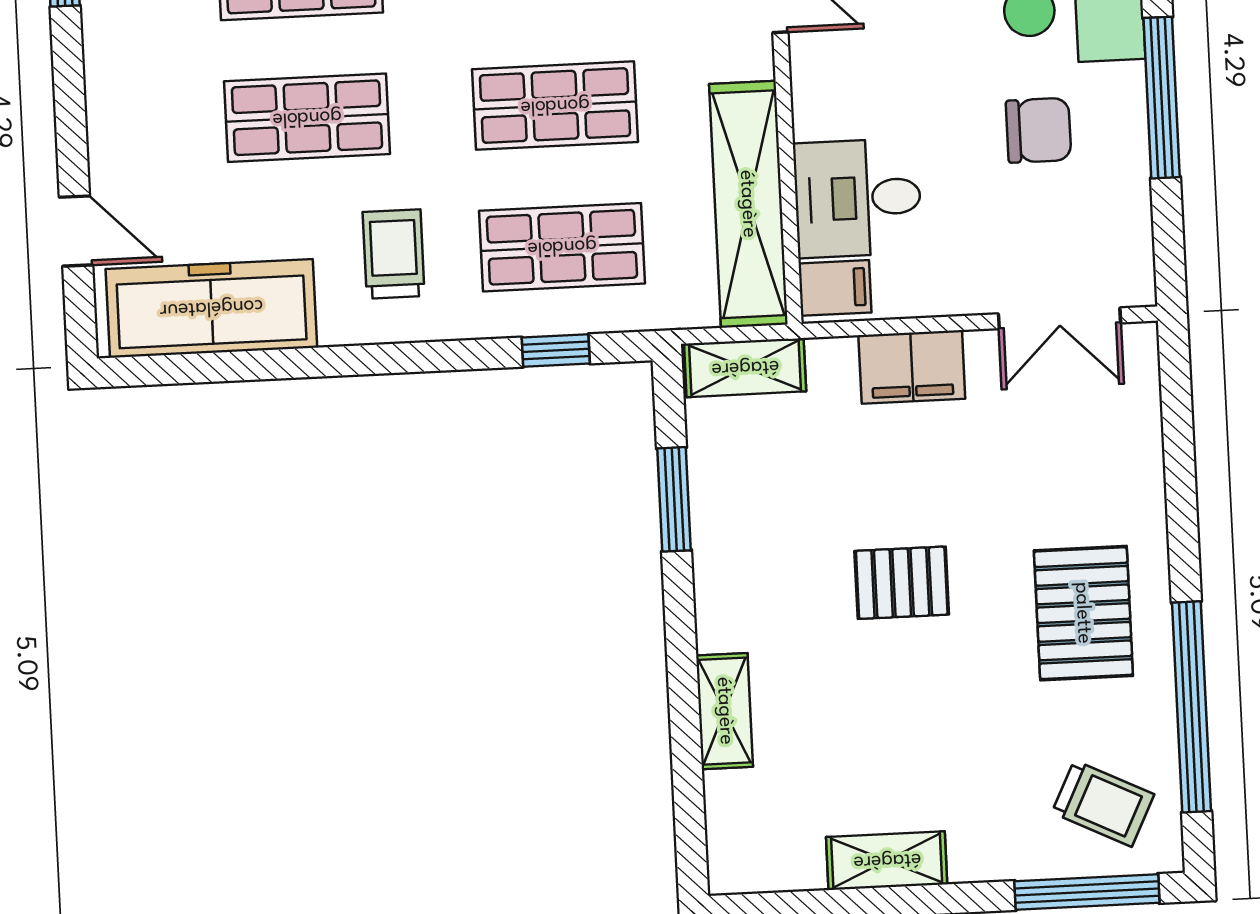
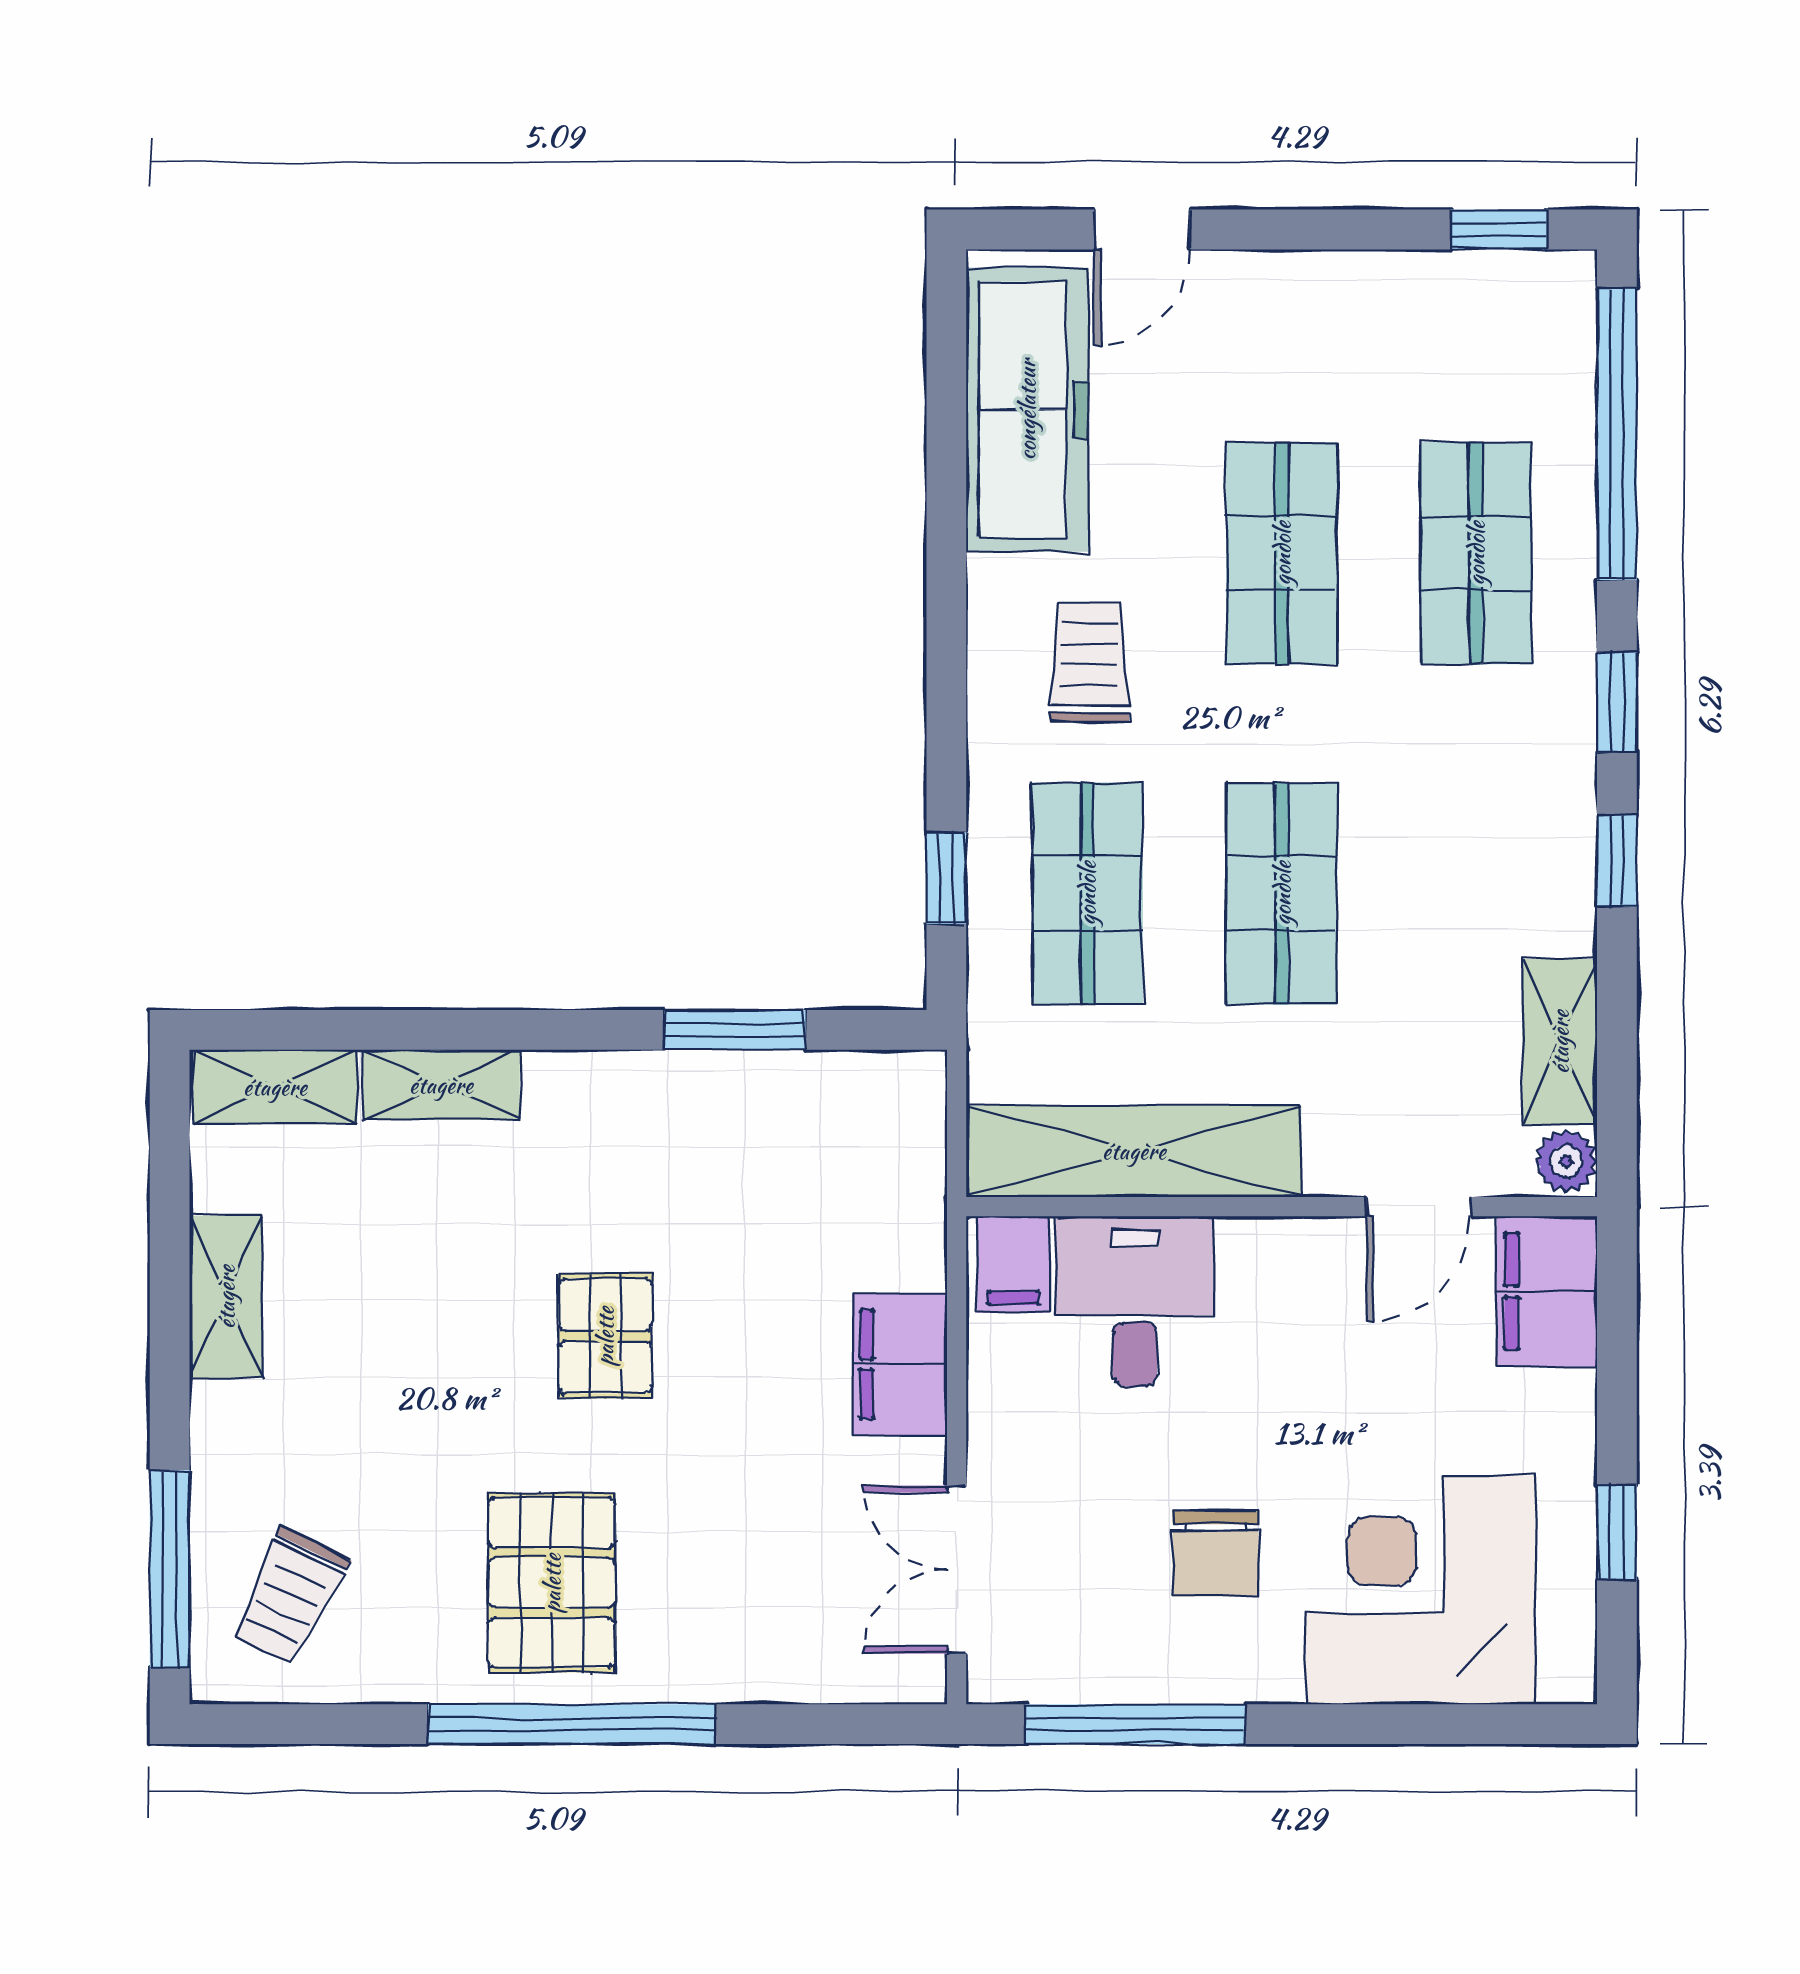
window: (1162, 98) -> (1136, 1724), moved
trolley: (394, 254) -> (1089, 662), turned -90
shelving: (745, 368) -> (275, 1087), moved, turned 90
pallet: (1083, 613) -> (552, 1583), turned 90
window: (1191, 707) -> (572, 1724), moved

